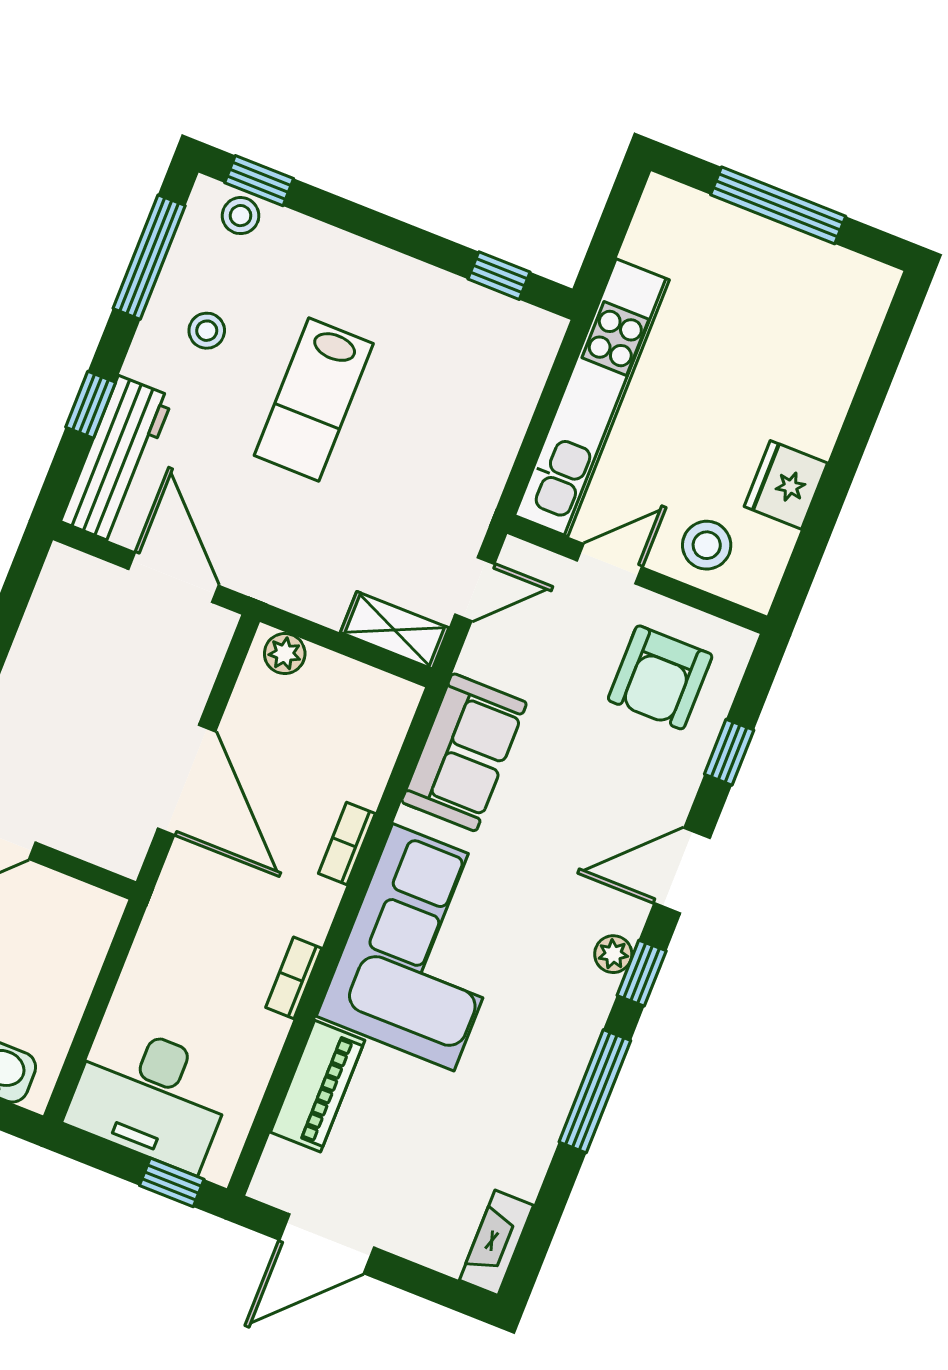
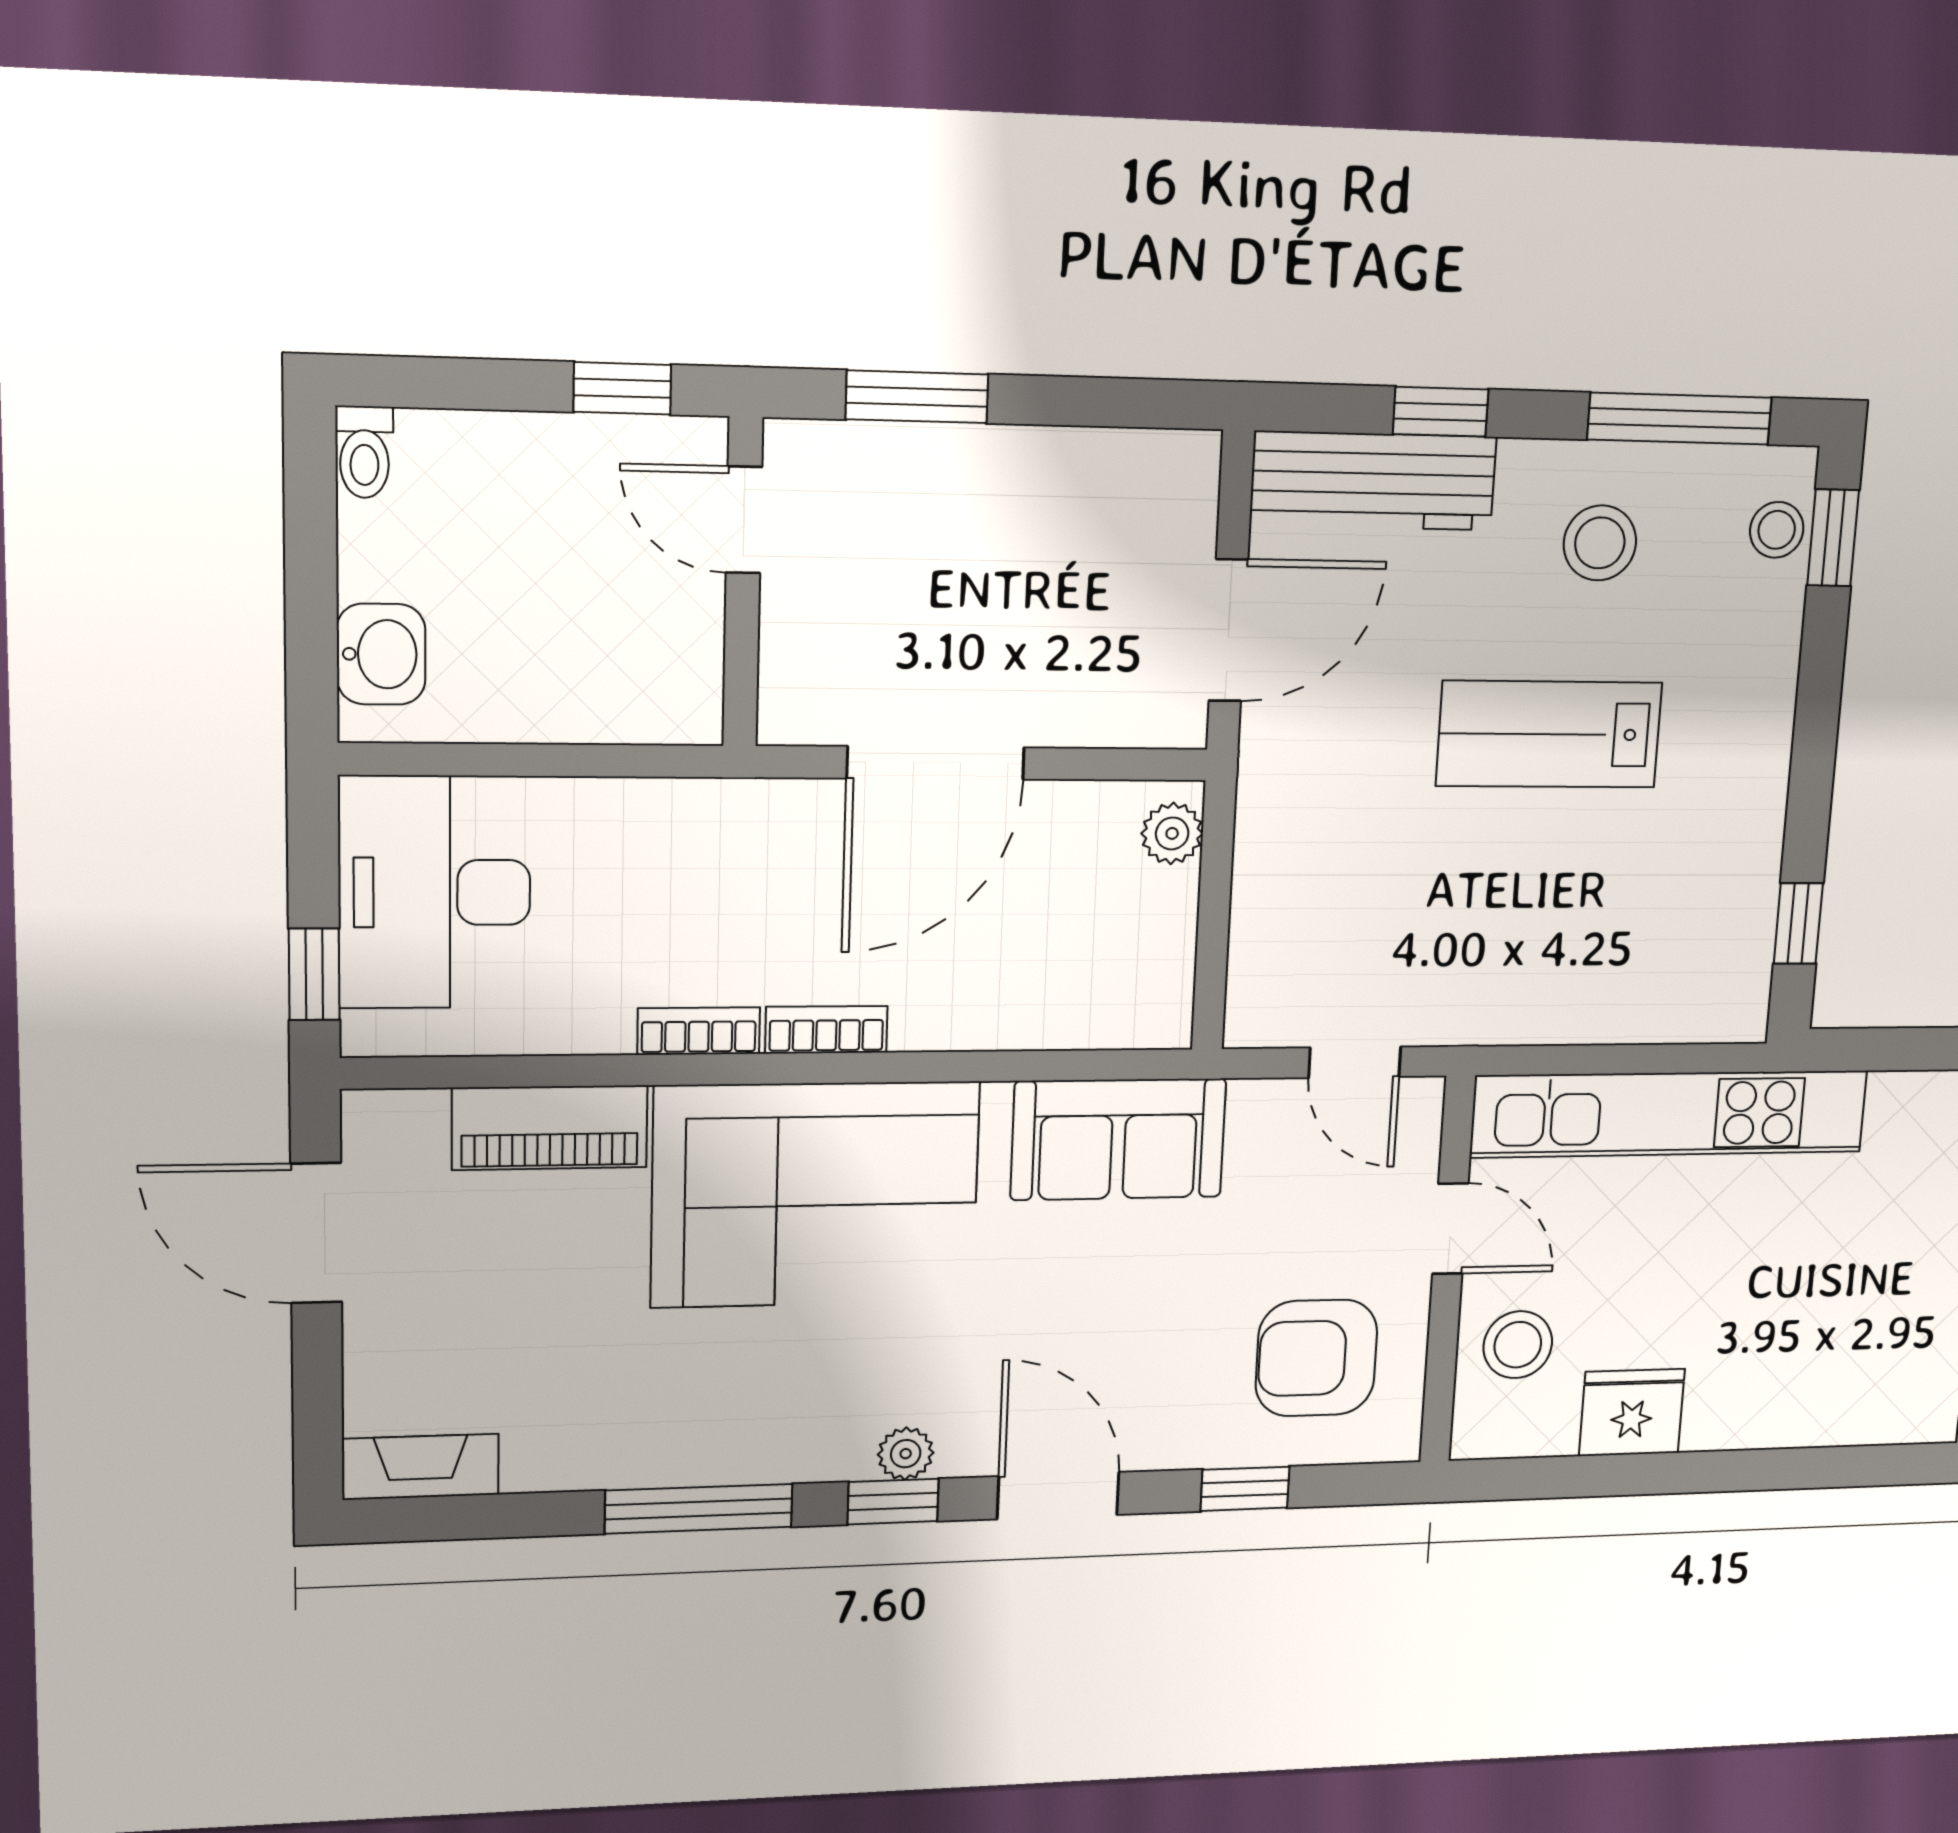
stool: (207, 331) -> (1600, 543), width x1.37, depth x1.37
shelving: (395, 630) -> (1259, 975), removed
bookcase: (347, 843) -> (826, 1030), moved

